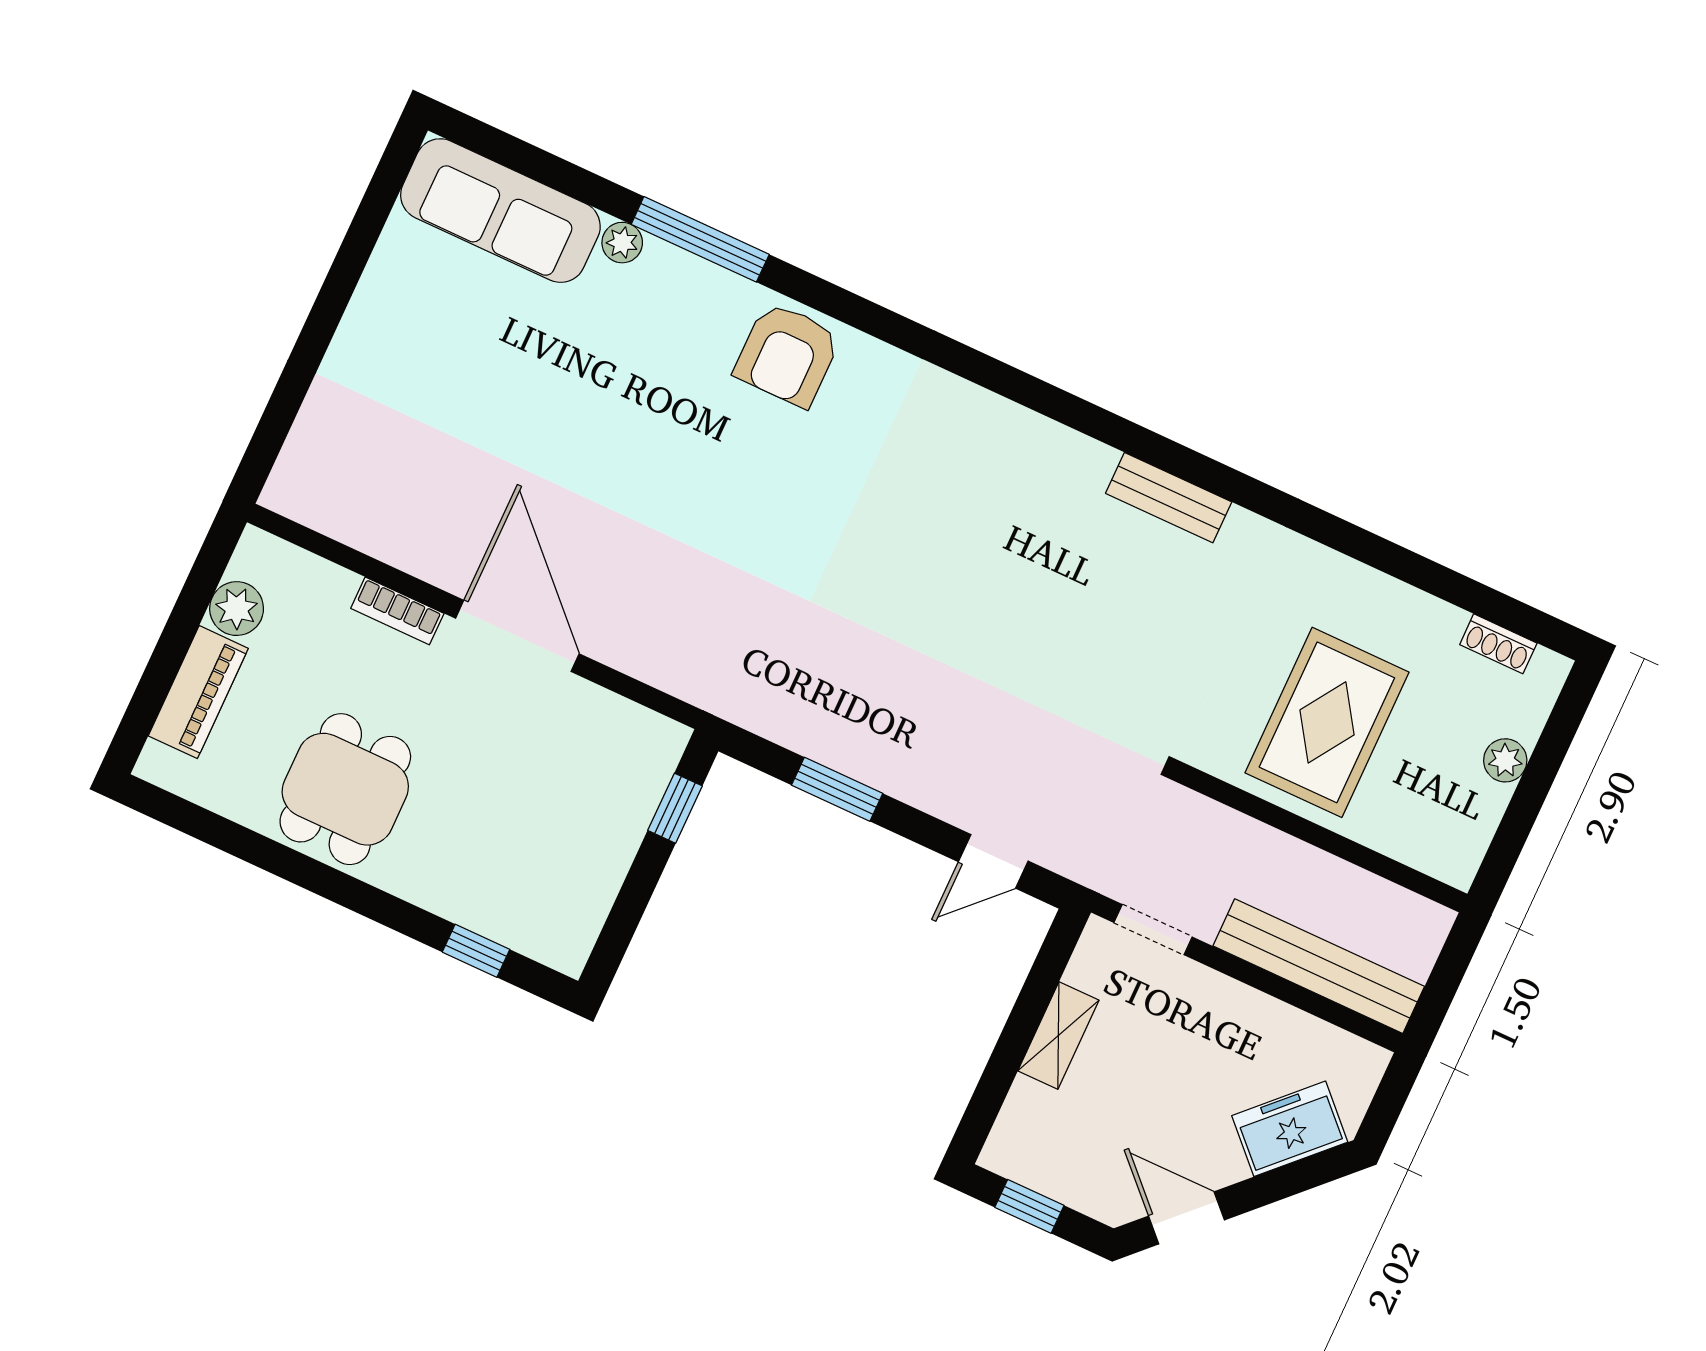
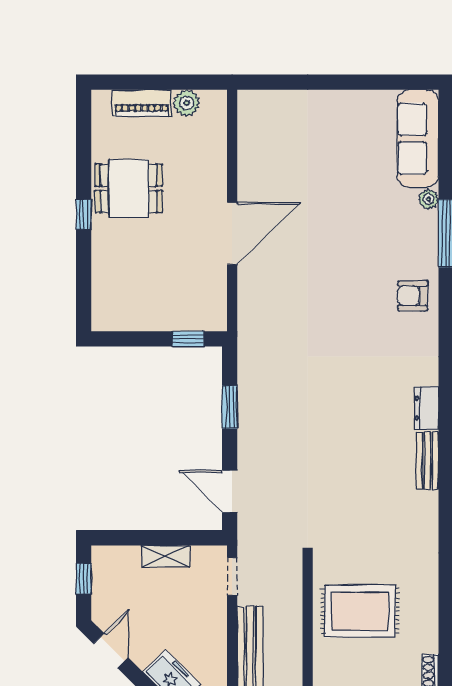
armchair: (787, 354) -> (413, 296), width x0.72, depth x0.72
dresser: (1007, 426) -> (426, 408), added
bench: (1169, 498) -> (427, 461), moved
bookcase: (397, 611) -> (219, 175), removed
door: (993, 861) -> (230, 491), width x1.38
window: (476, 951) -> (84, 214), moved

